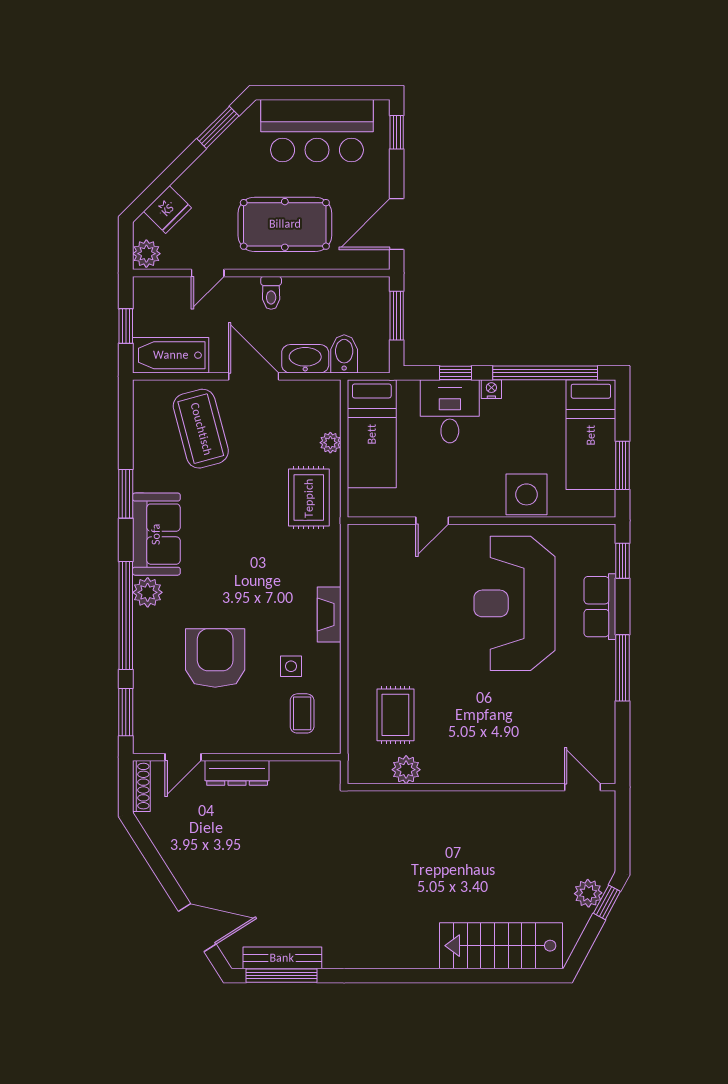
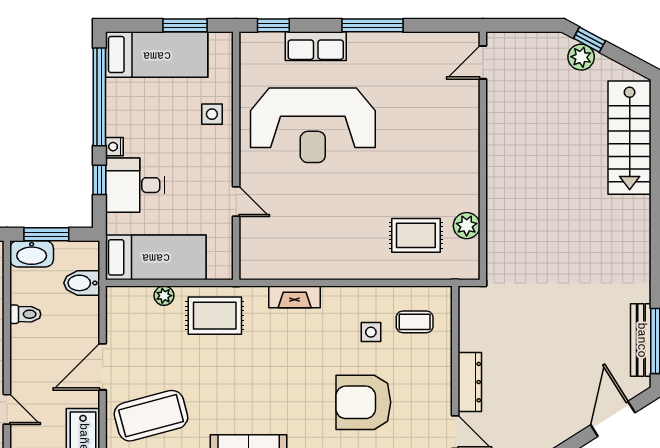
toilet: (271, 293) -> (25, 314), moved
washbasin: (305, 359) -> (32, 254), moved, turned -90
side table: (527, 494) -> (212, 114), width x0.54, depth x0.54
fireplace: (329, 614) -> (295, 297), moved

